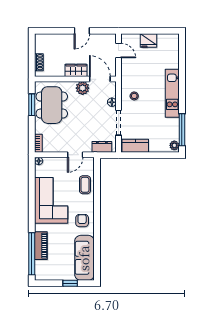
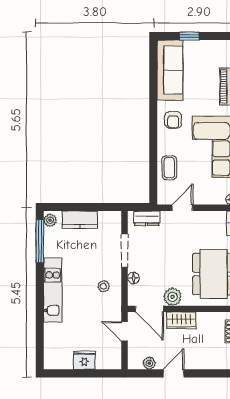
plant: (100, 38) -> (149, 363), added
door: (119, 50) -> (124, 331), moved
kitchen counter: (135, 146) -> (80, 220), moved

